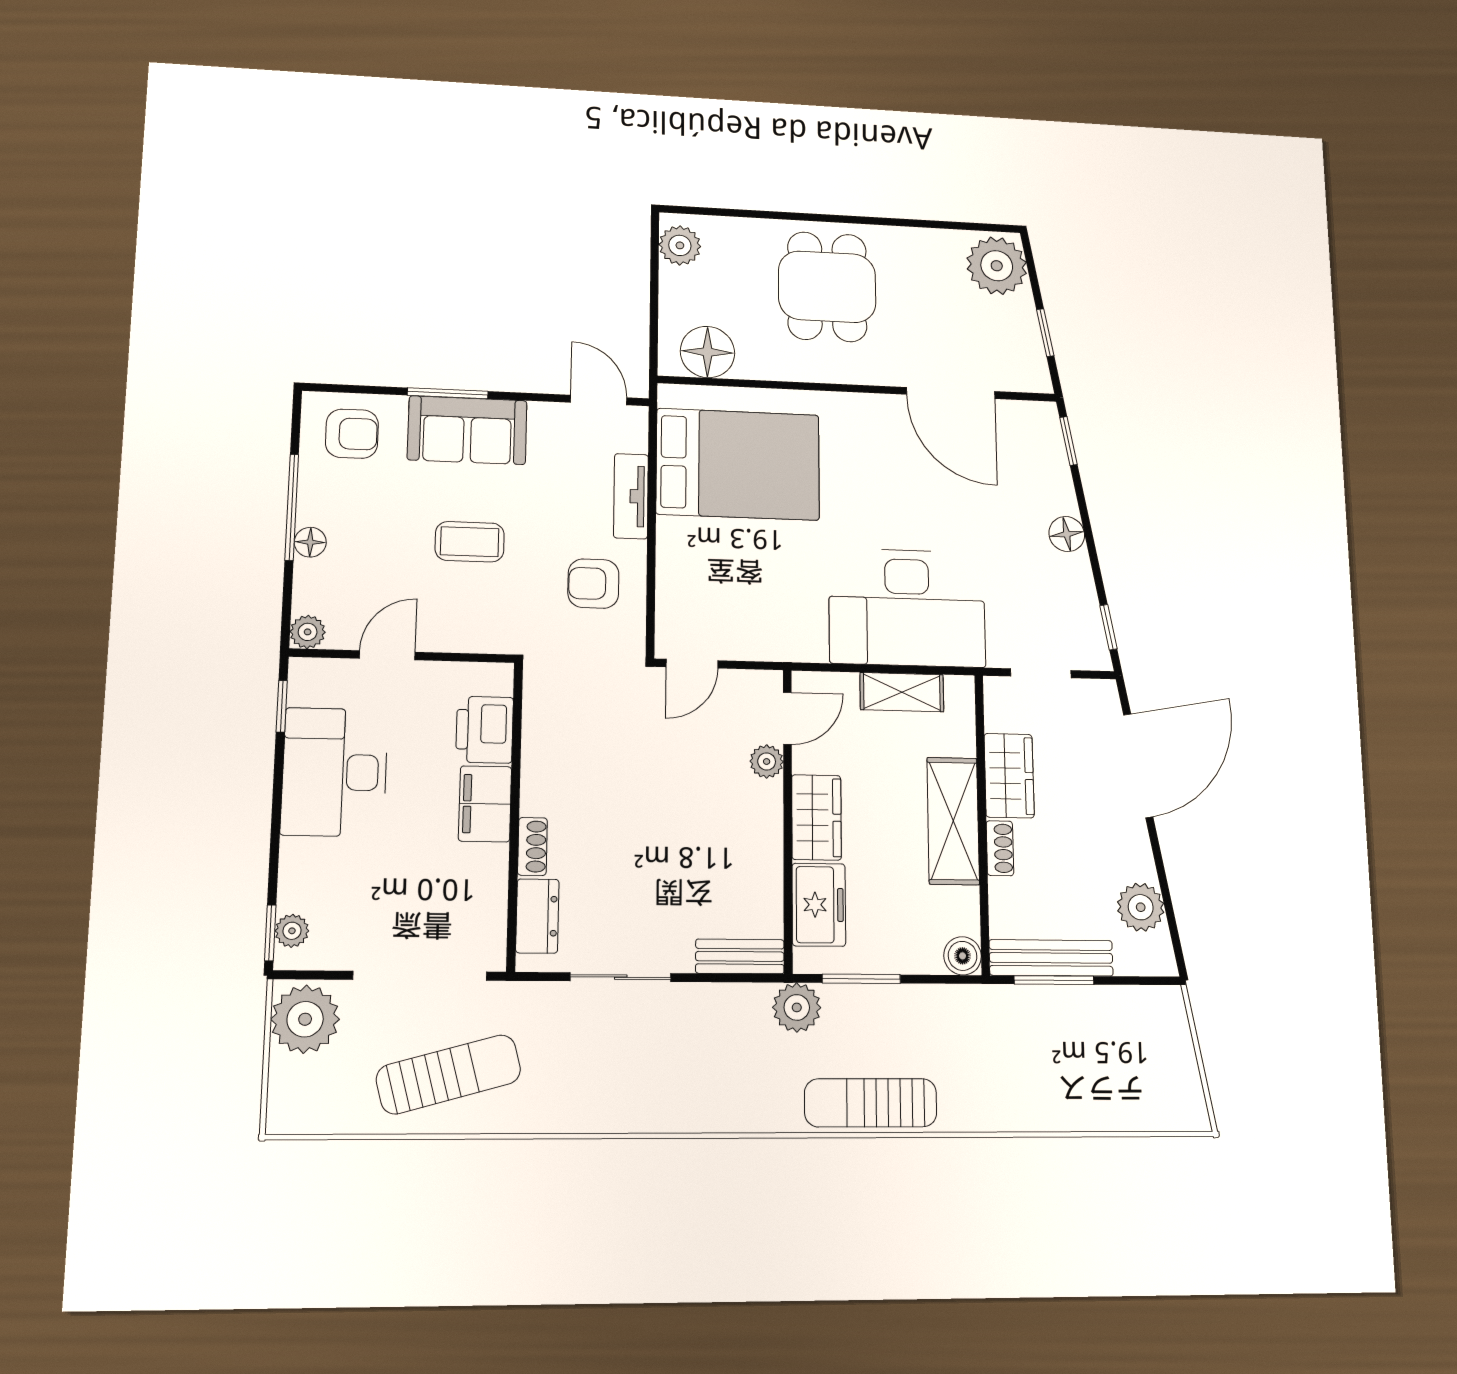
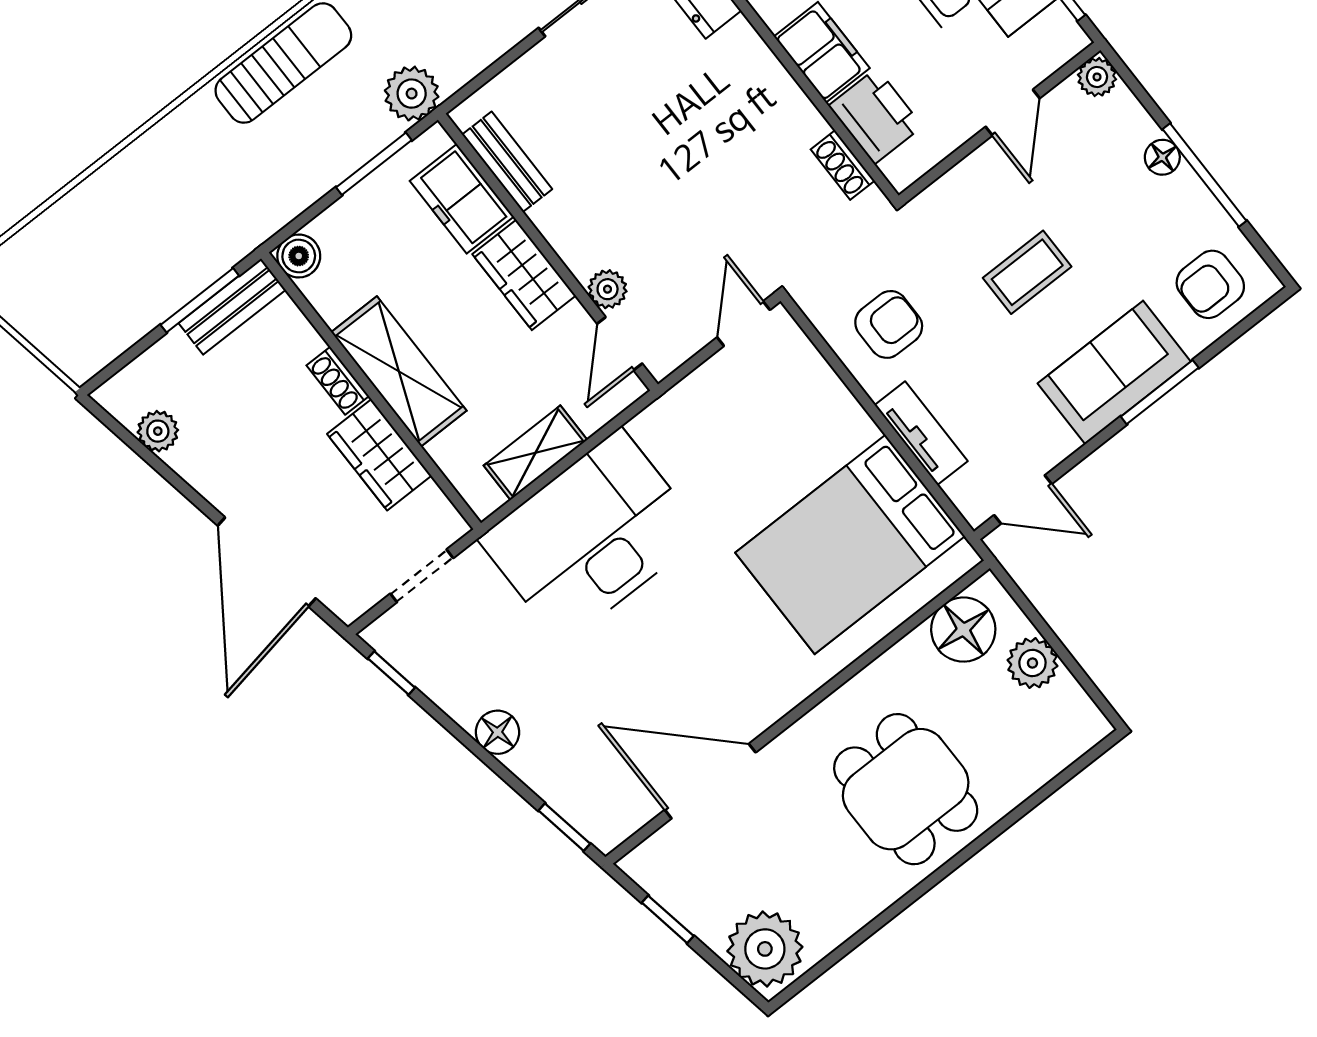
plant: (680, 245) -> (1032, 663), moved
shoe rack: (532, 846) -> (843, 165), moved
plant: (1141, 907) -> (158, 431), width x0.73, depth x0.73
bench: (740, 956) -> (507, 162), moved, turned 90
bench: (1051, 958) -> (232, 306), width x0.73

